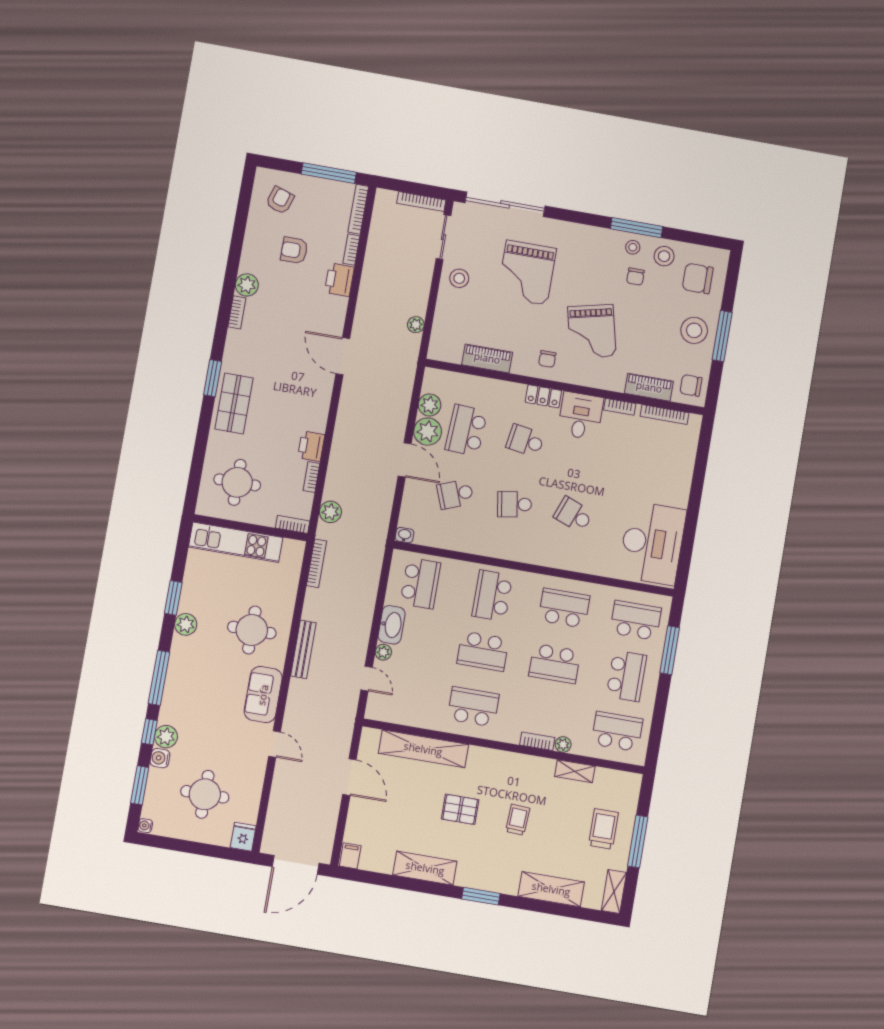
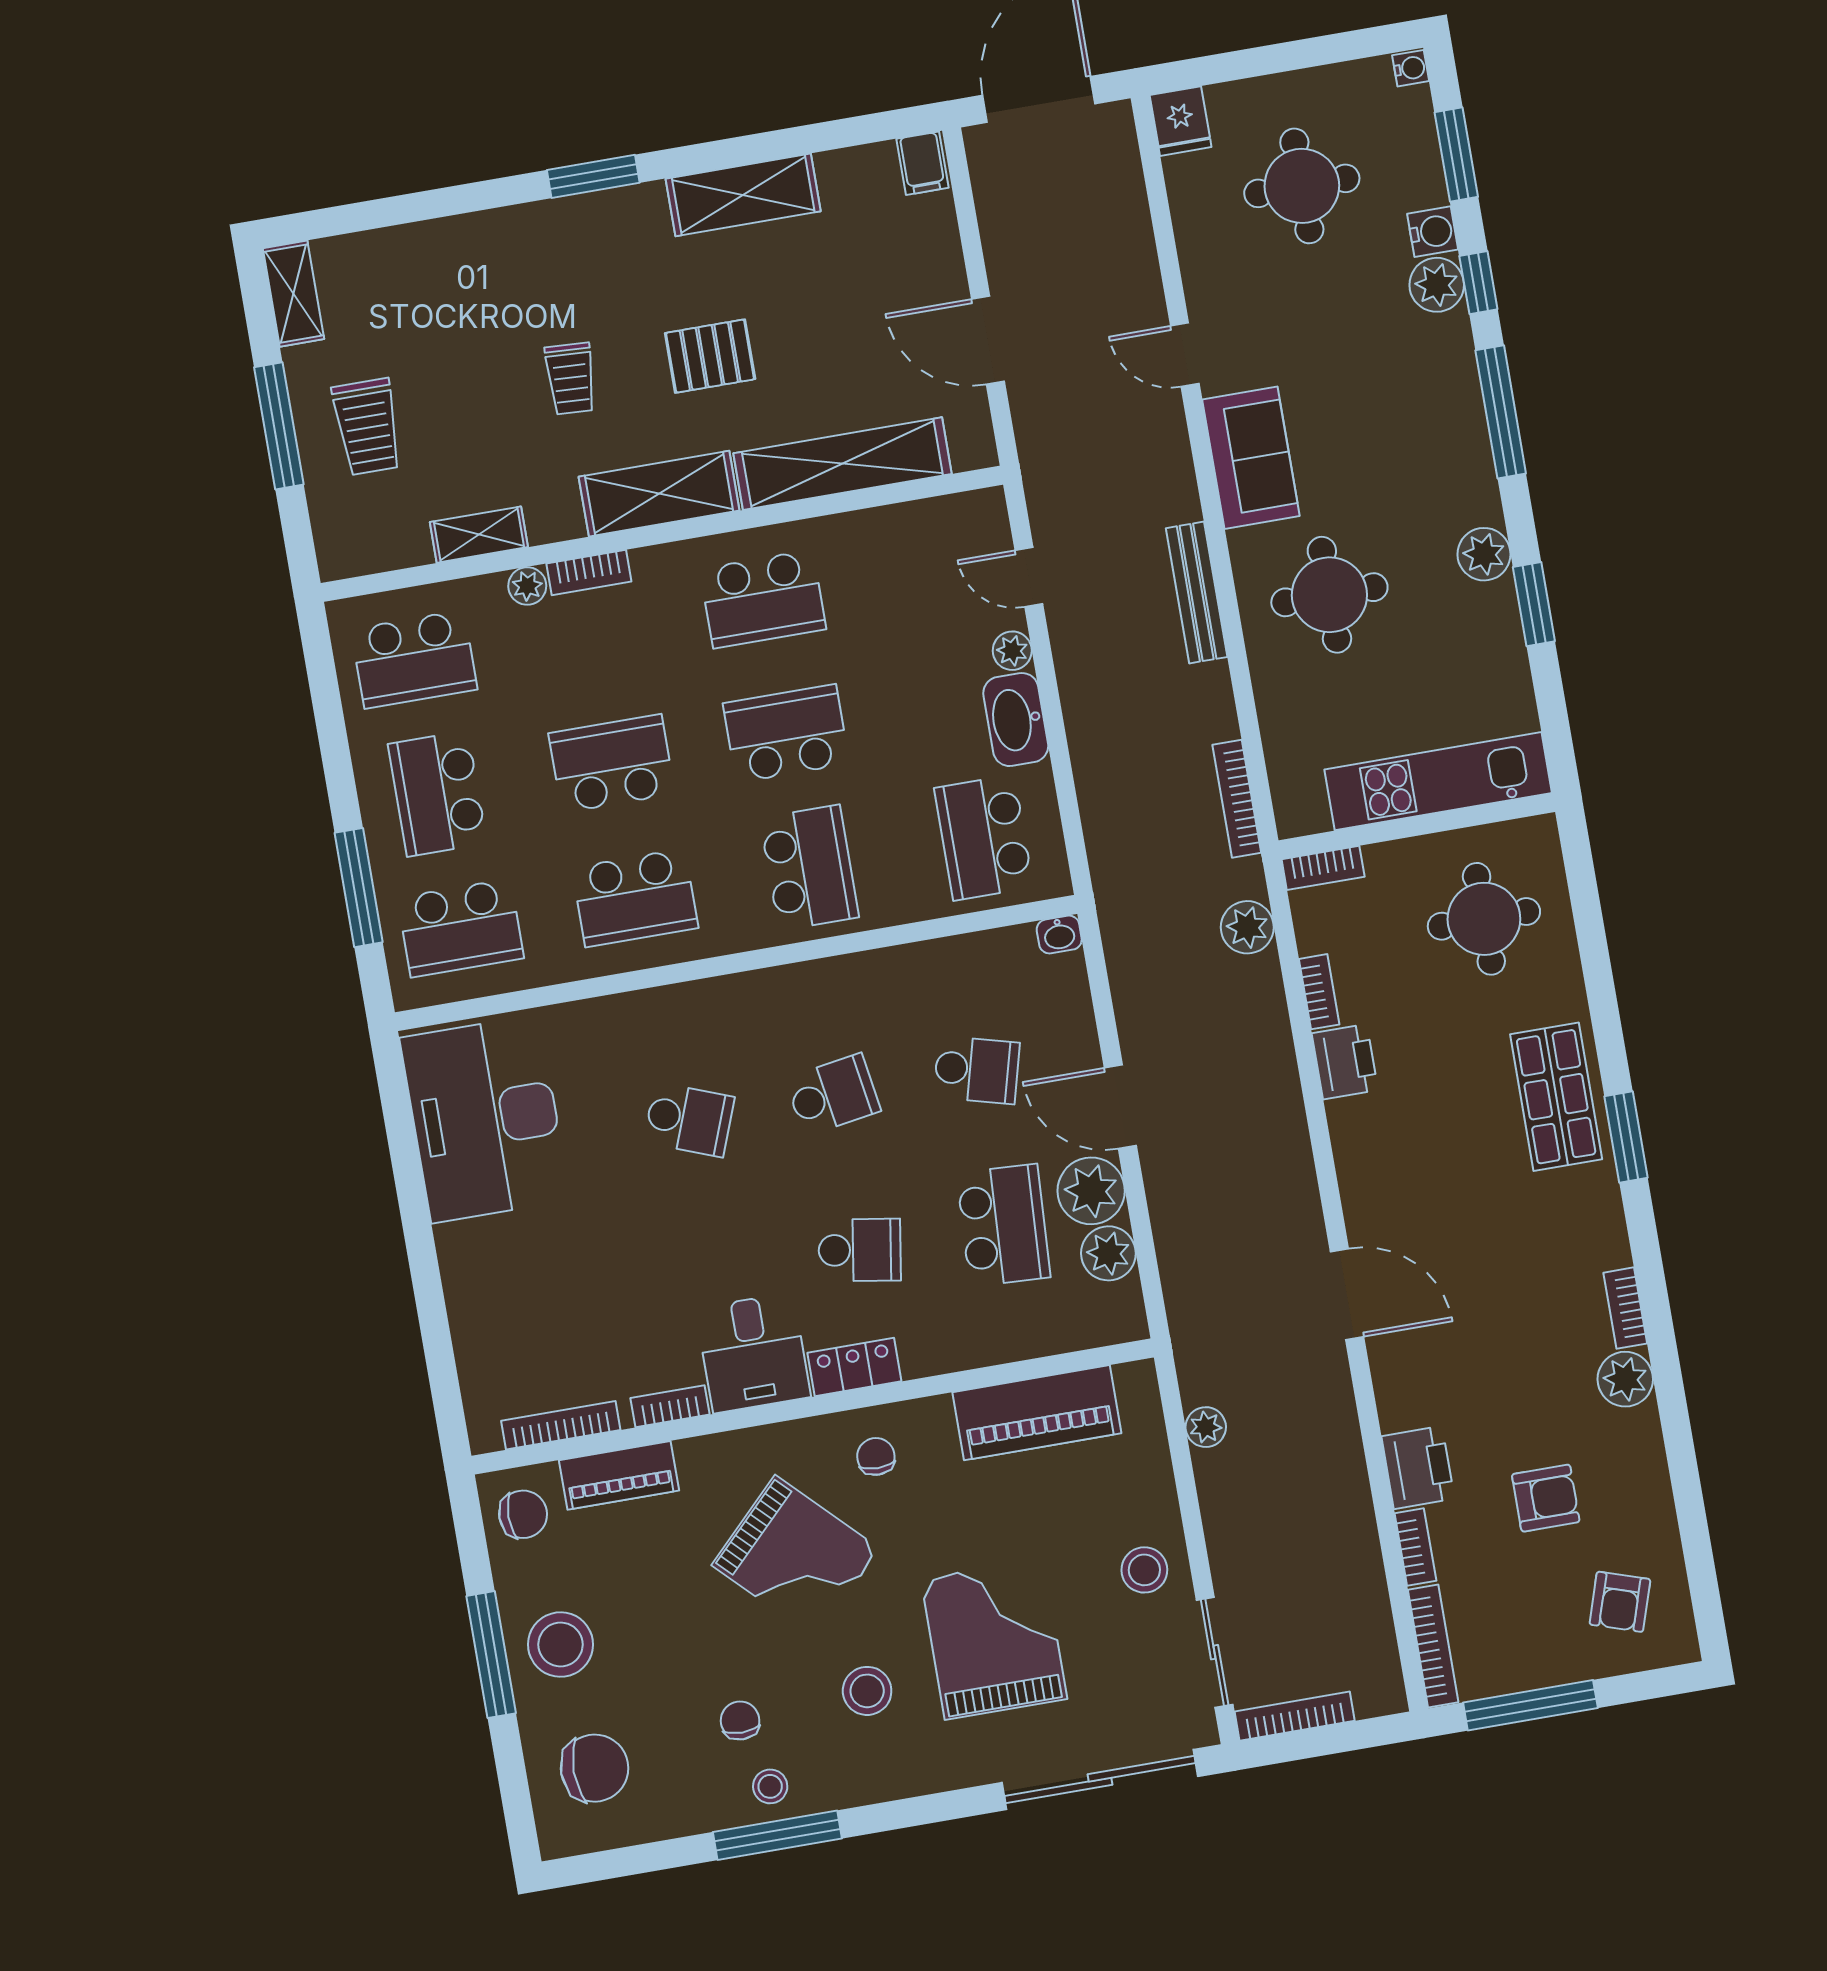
stool: (664, 256) -> (867, 1691), moved
grand piano: (592, 332) -> (796, 1557), turned 148
piano: (487, 358) -> (1037, 1413), width x1.37, depth x1.33
school desk: (455, 494) -> (977, 1070), turned 36
shelving: (551, 889) -> (659, 494), moved

